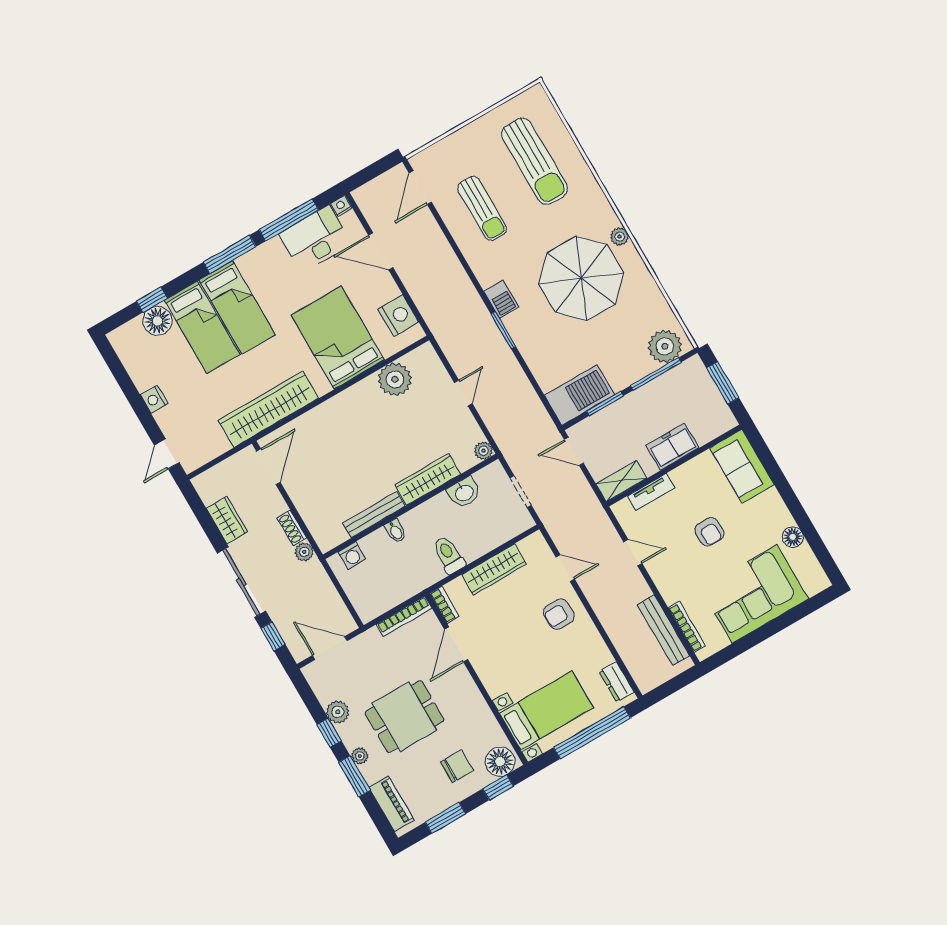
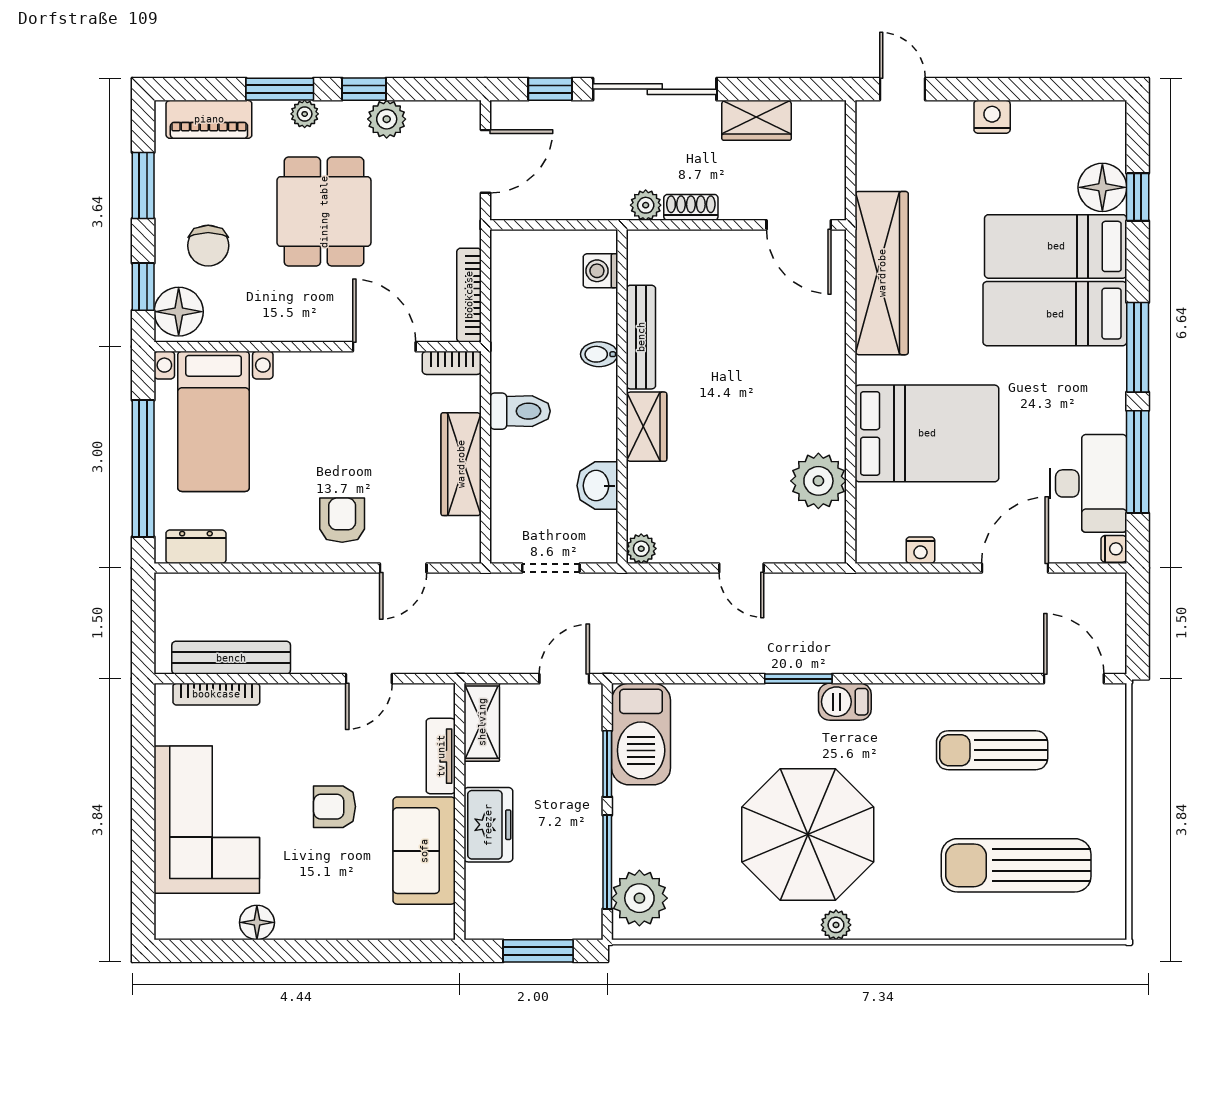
nightstand: (398, 315) -> (920, 550), width x0.53, depth x0.56
sofa: (742, 466) -> (424, 851), moved, turned -90
wardrobe: (428, 480) -> (647, 427), width x0.67

